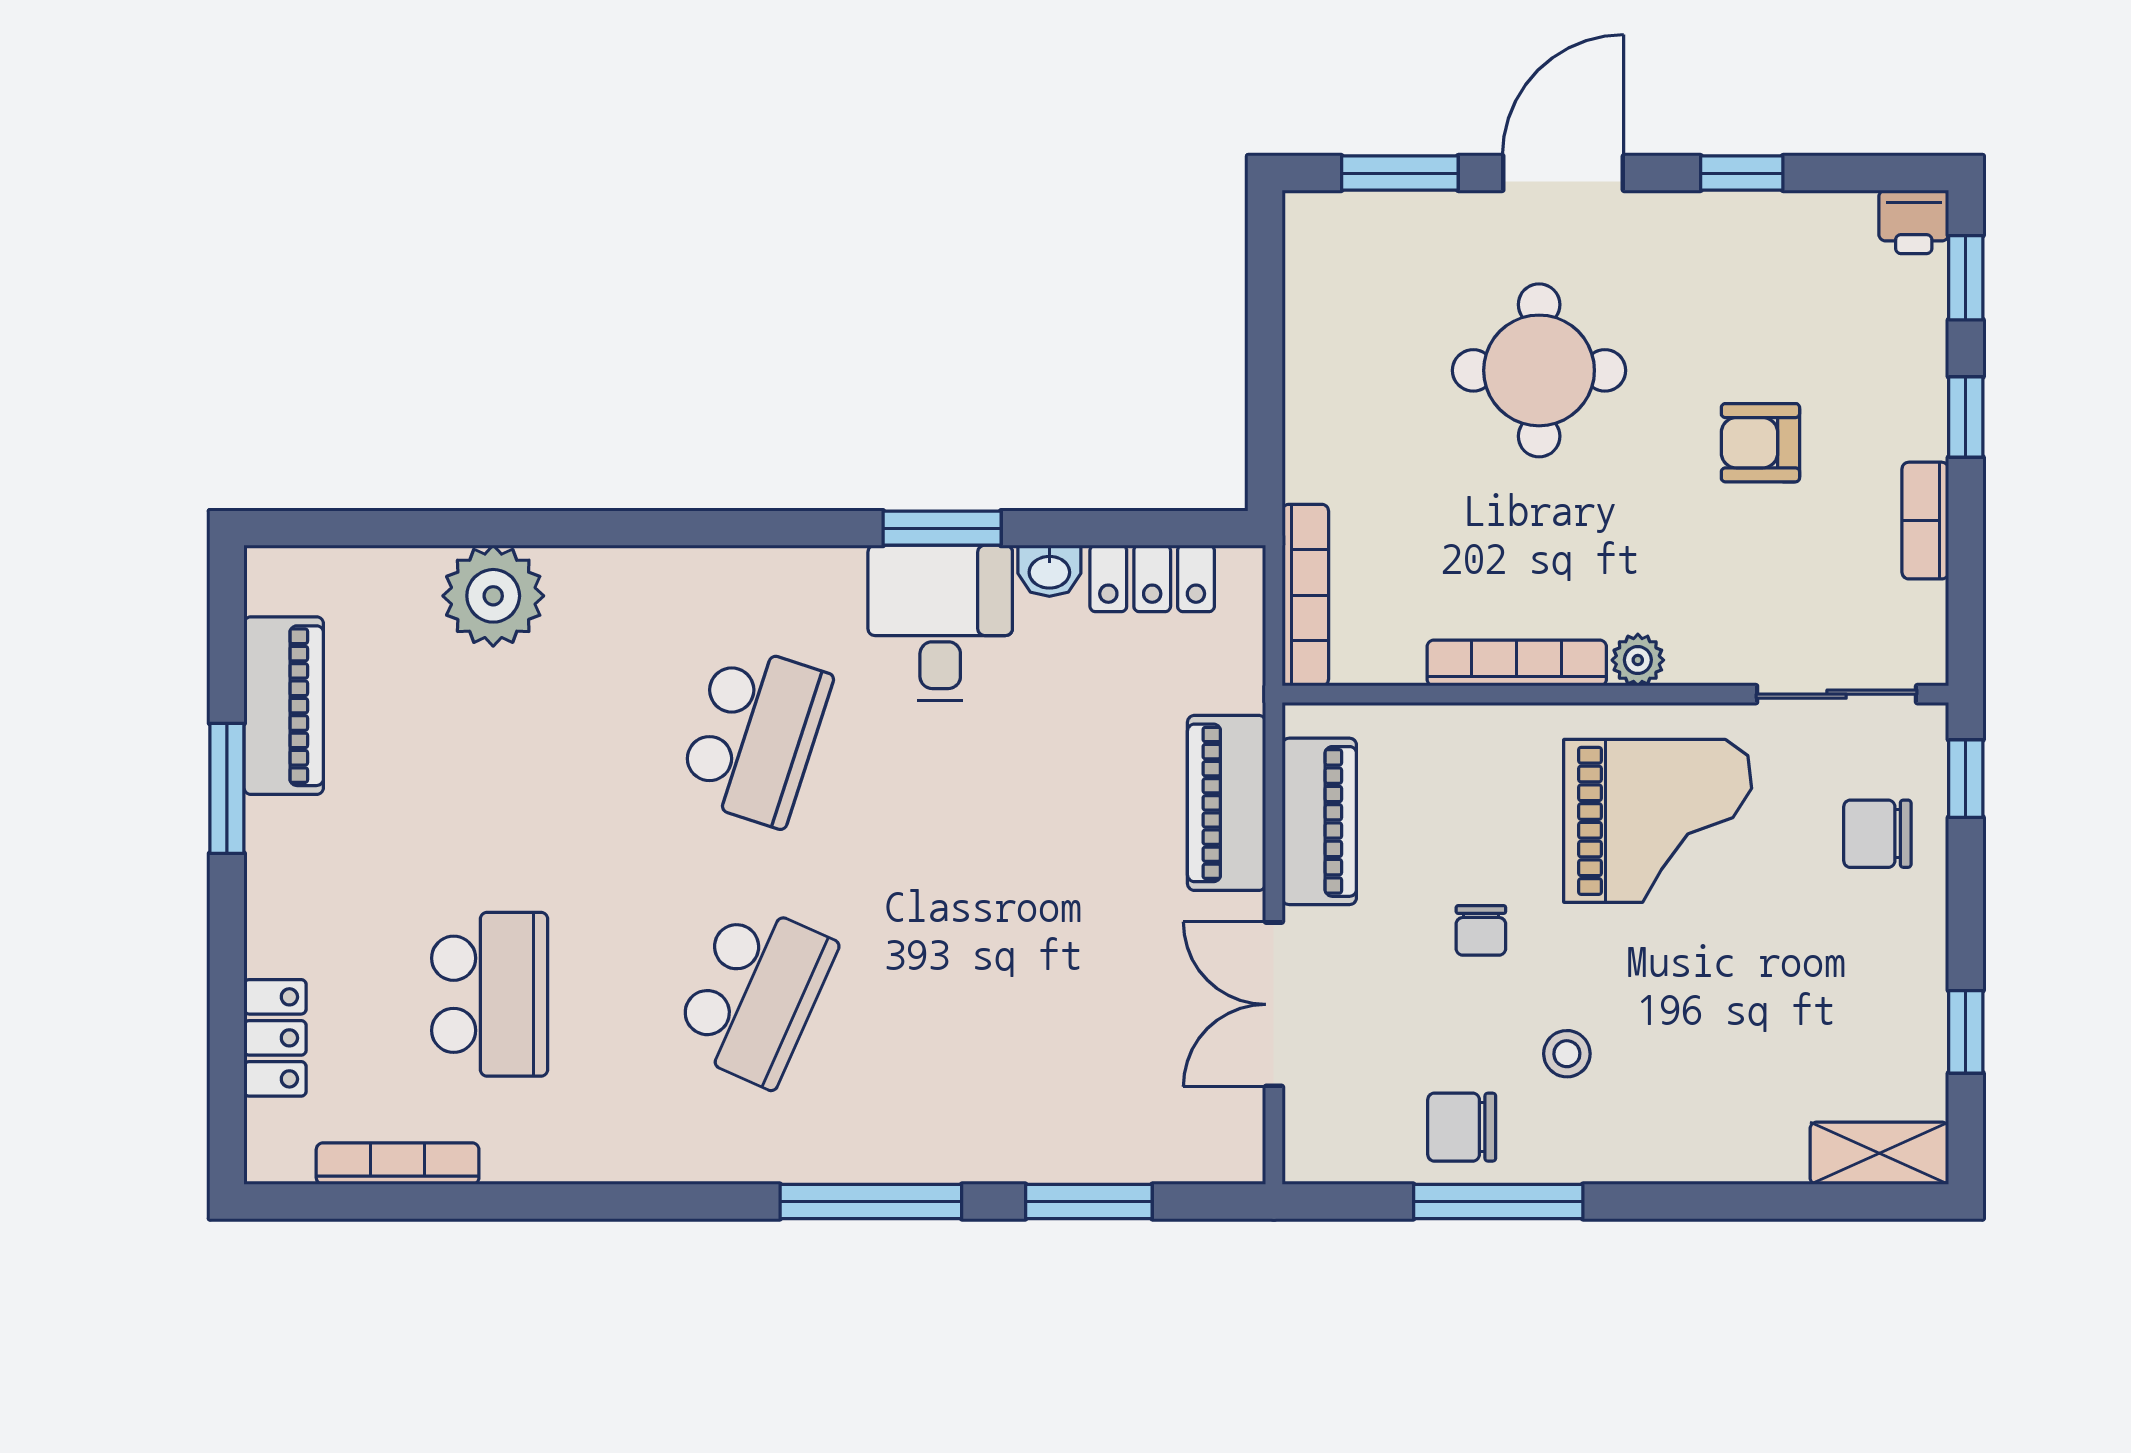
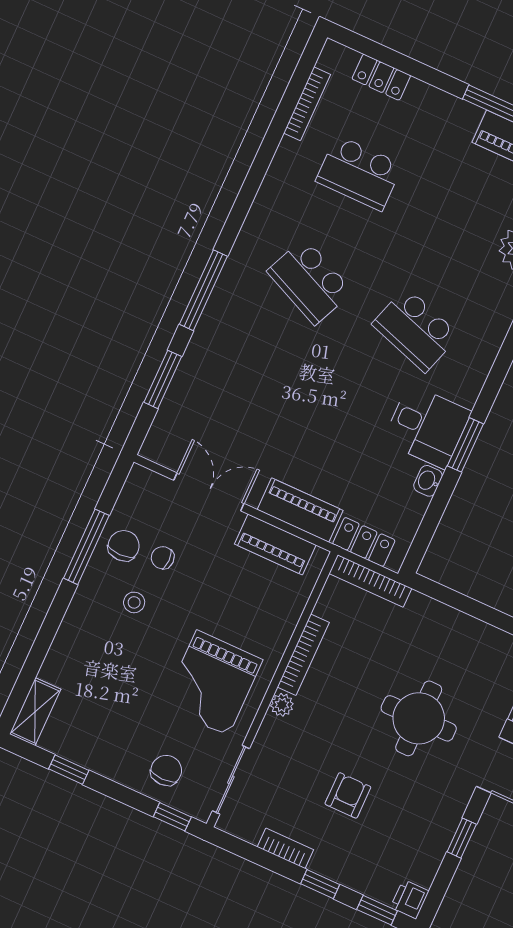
locker: (1152, 578) -> (364, 542), moved, turned 90
chair: (1481, 930) -> (163, 558), moved

